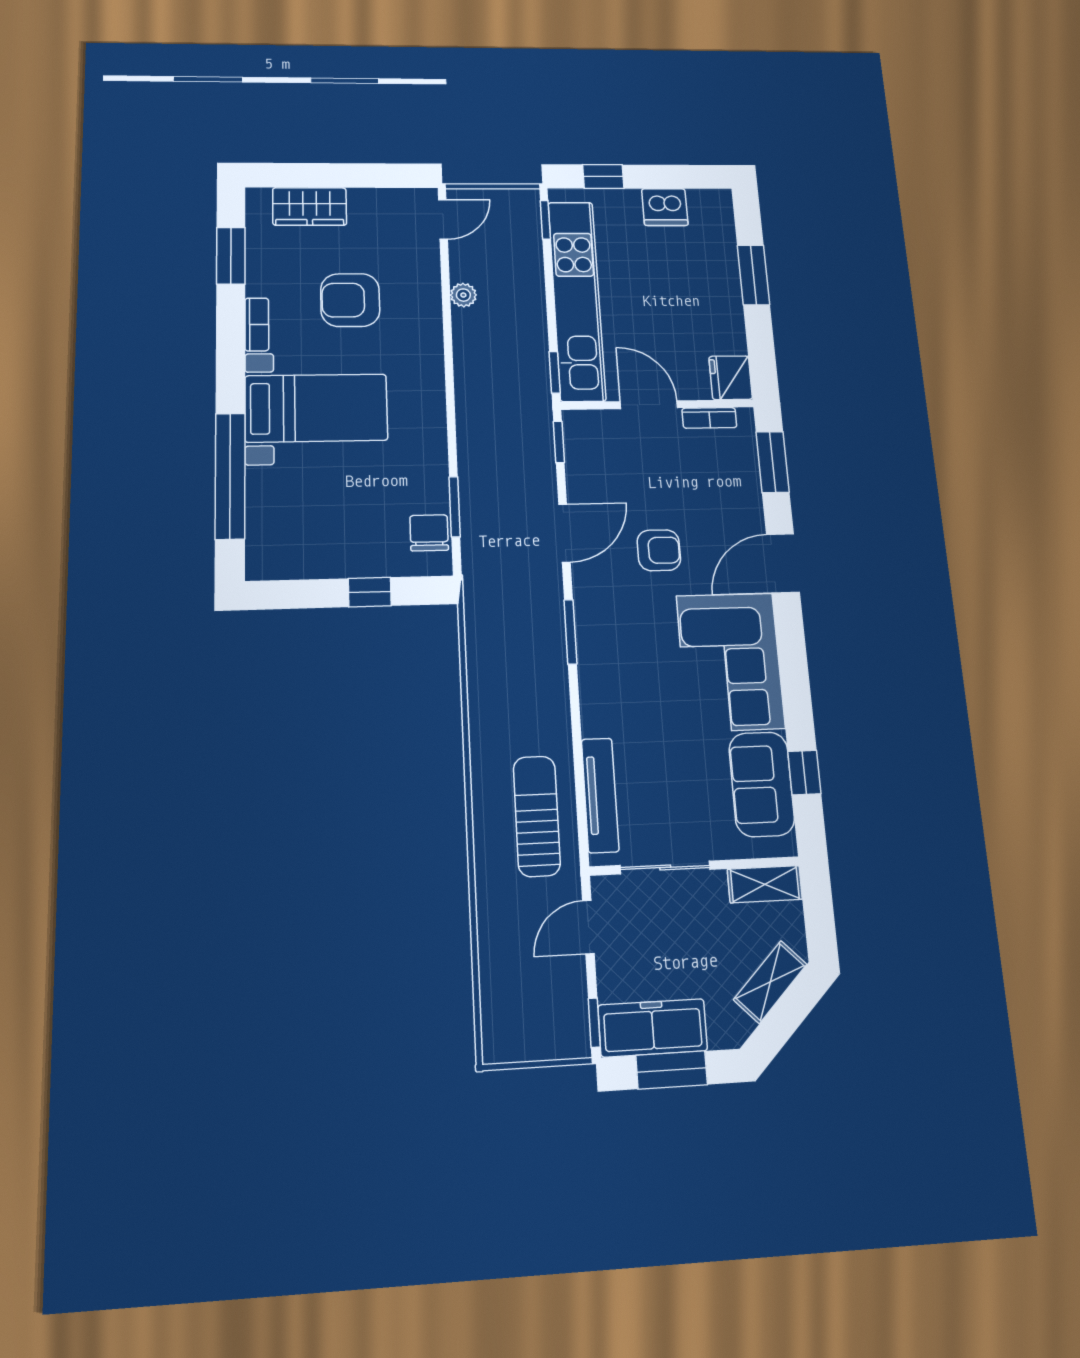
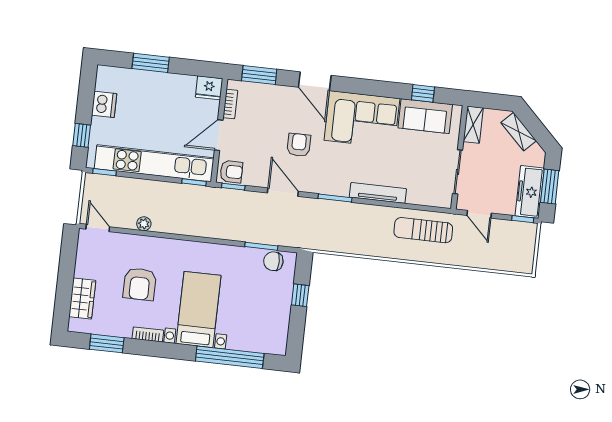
armchair: (586, 435) -> (231, 172), added
tv unit: (600, 795) -> (378, 193), moved

